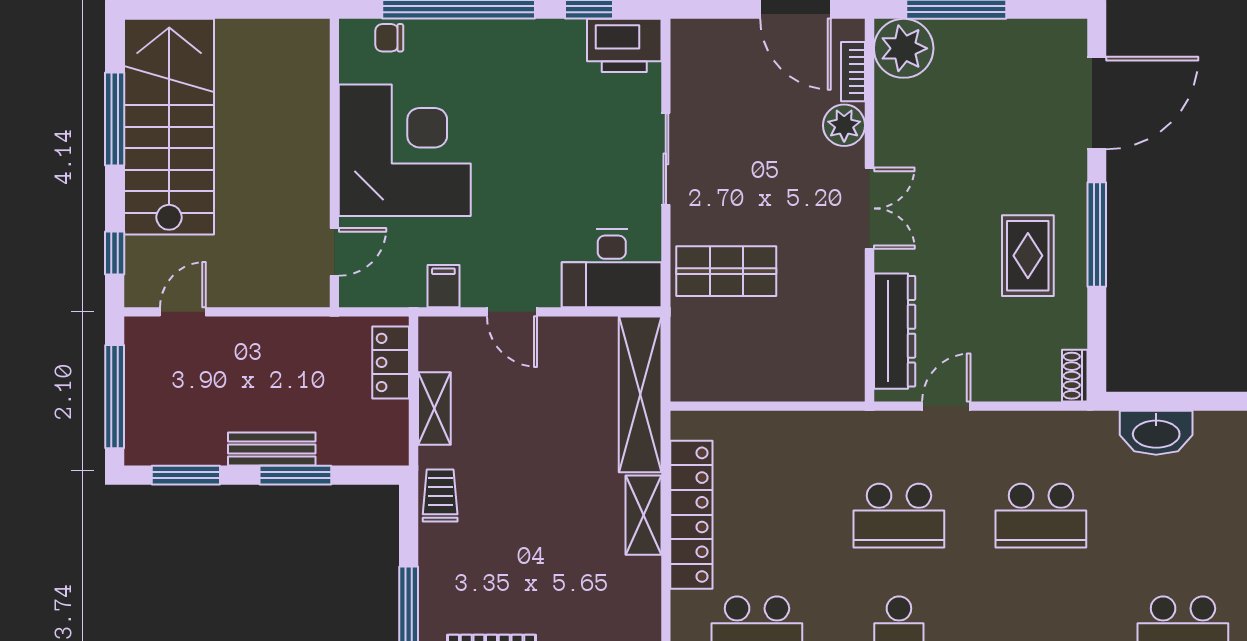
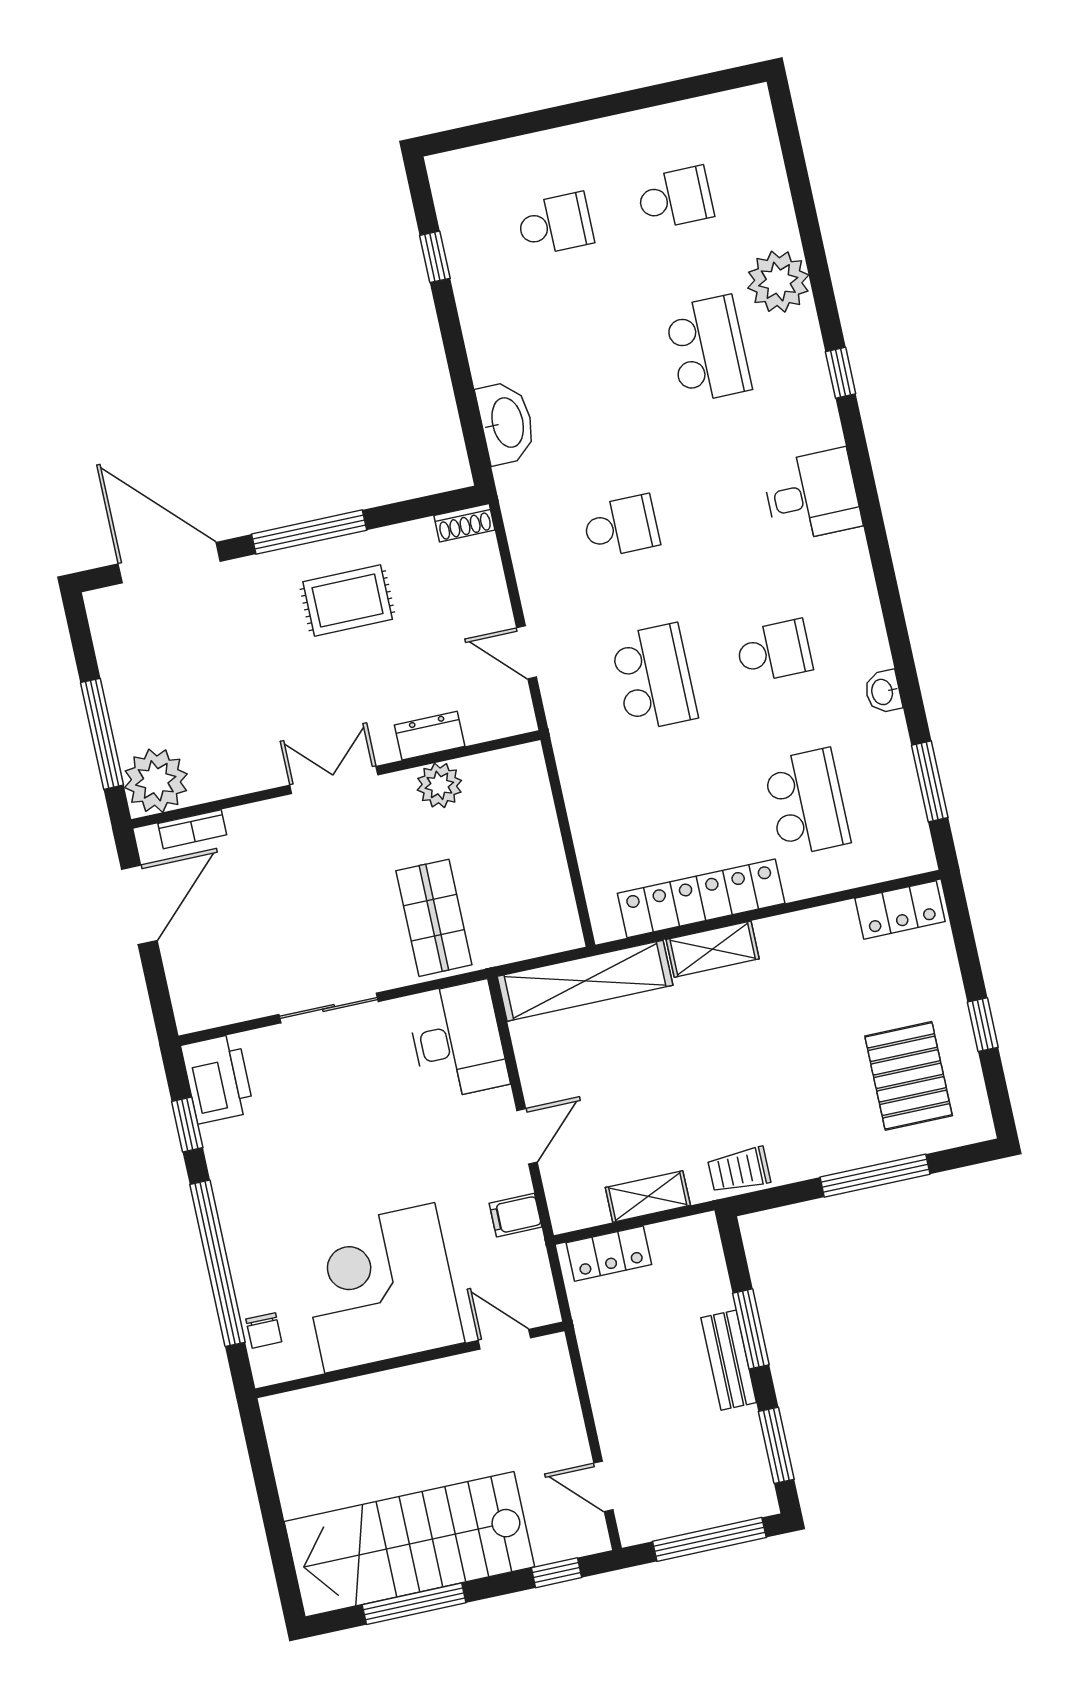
plant: (844, 125) -> (439, 785), moved
dresser: (895, 331) -> (430, 736), width x0.51, depth x0.80
school desk: (1041, 516) -> (621, 526), width x0.54

